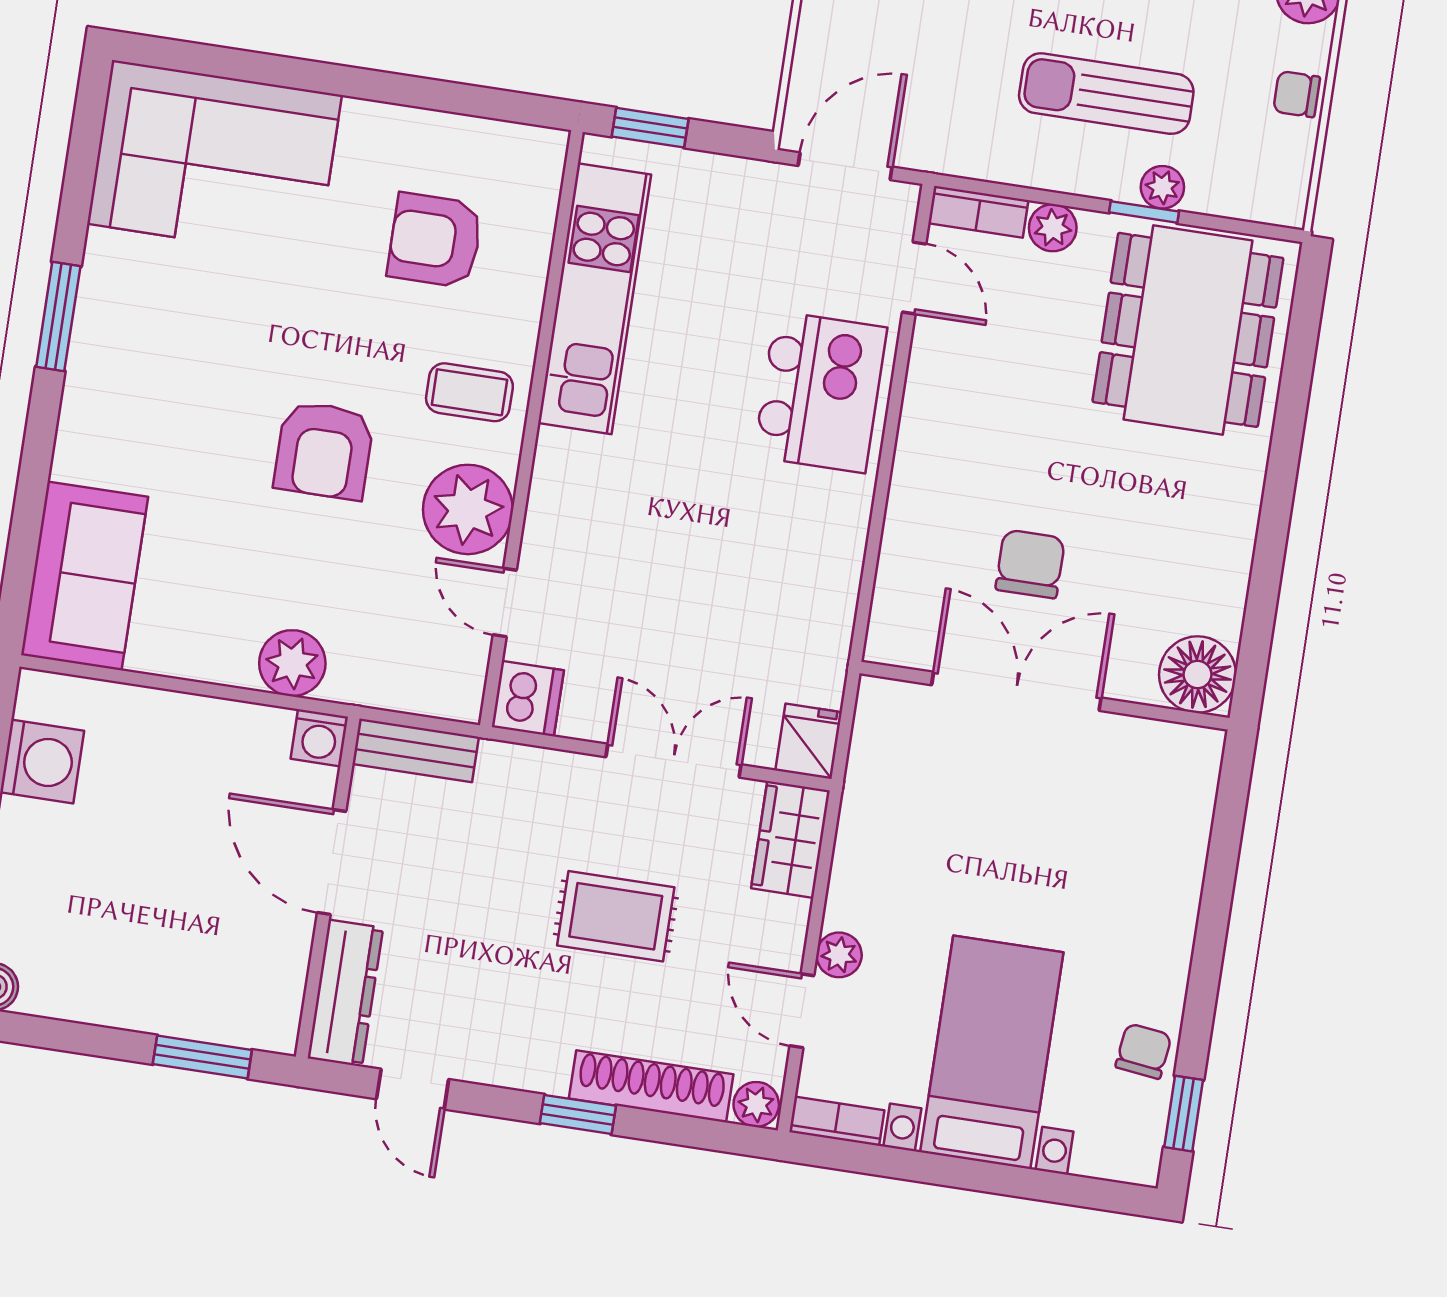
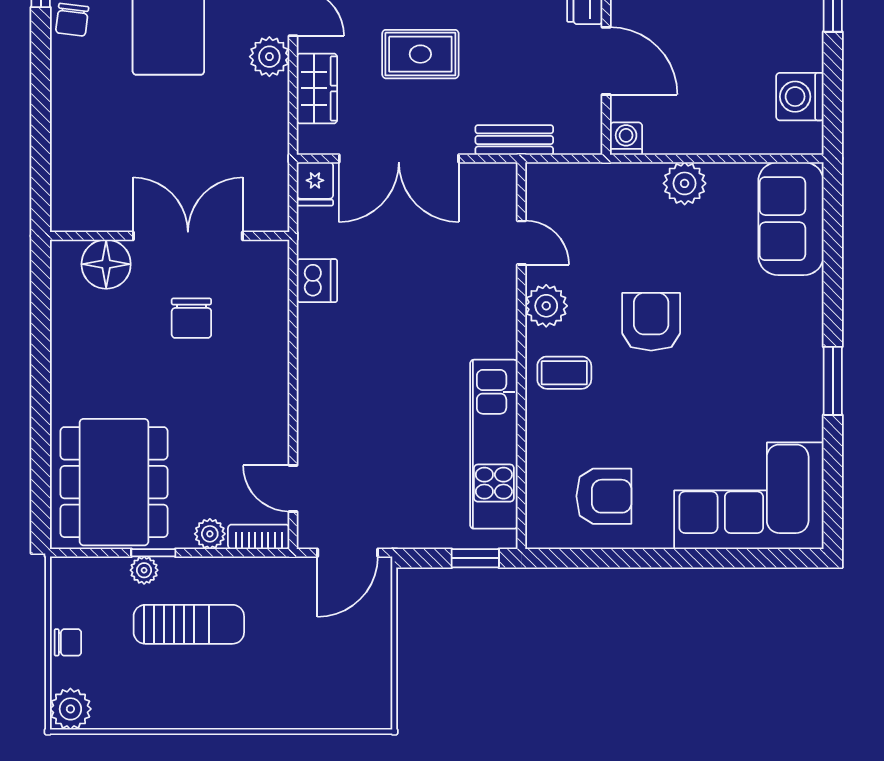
armchair: (435, 240) -> (604, 496), moved
kitchen island: (820, 392) -> (341, 407), removed
plant: (468, 509) -> (546, 306), width x0.73, depth x0.73
plant: (292, 663) -> (685, 183), moved
floor lamp: (1198, 674) -> (106, 264), moved
double door: (1016, 691) -> (188, 236), swing flipped
dishwasher: (528, 699) -> (317, 281), moved, turned 180
bench: (416, 750) -> (514, 140), moved
double door: (674, 761) -> (399, 158), width x1.37
wardrobe: (790, 839) -> (317, 88), moved
plant: (839, 955) -> (269, 57), width x1.38, depth x1.38

